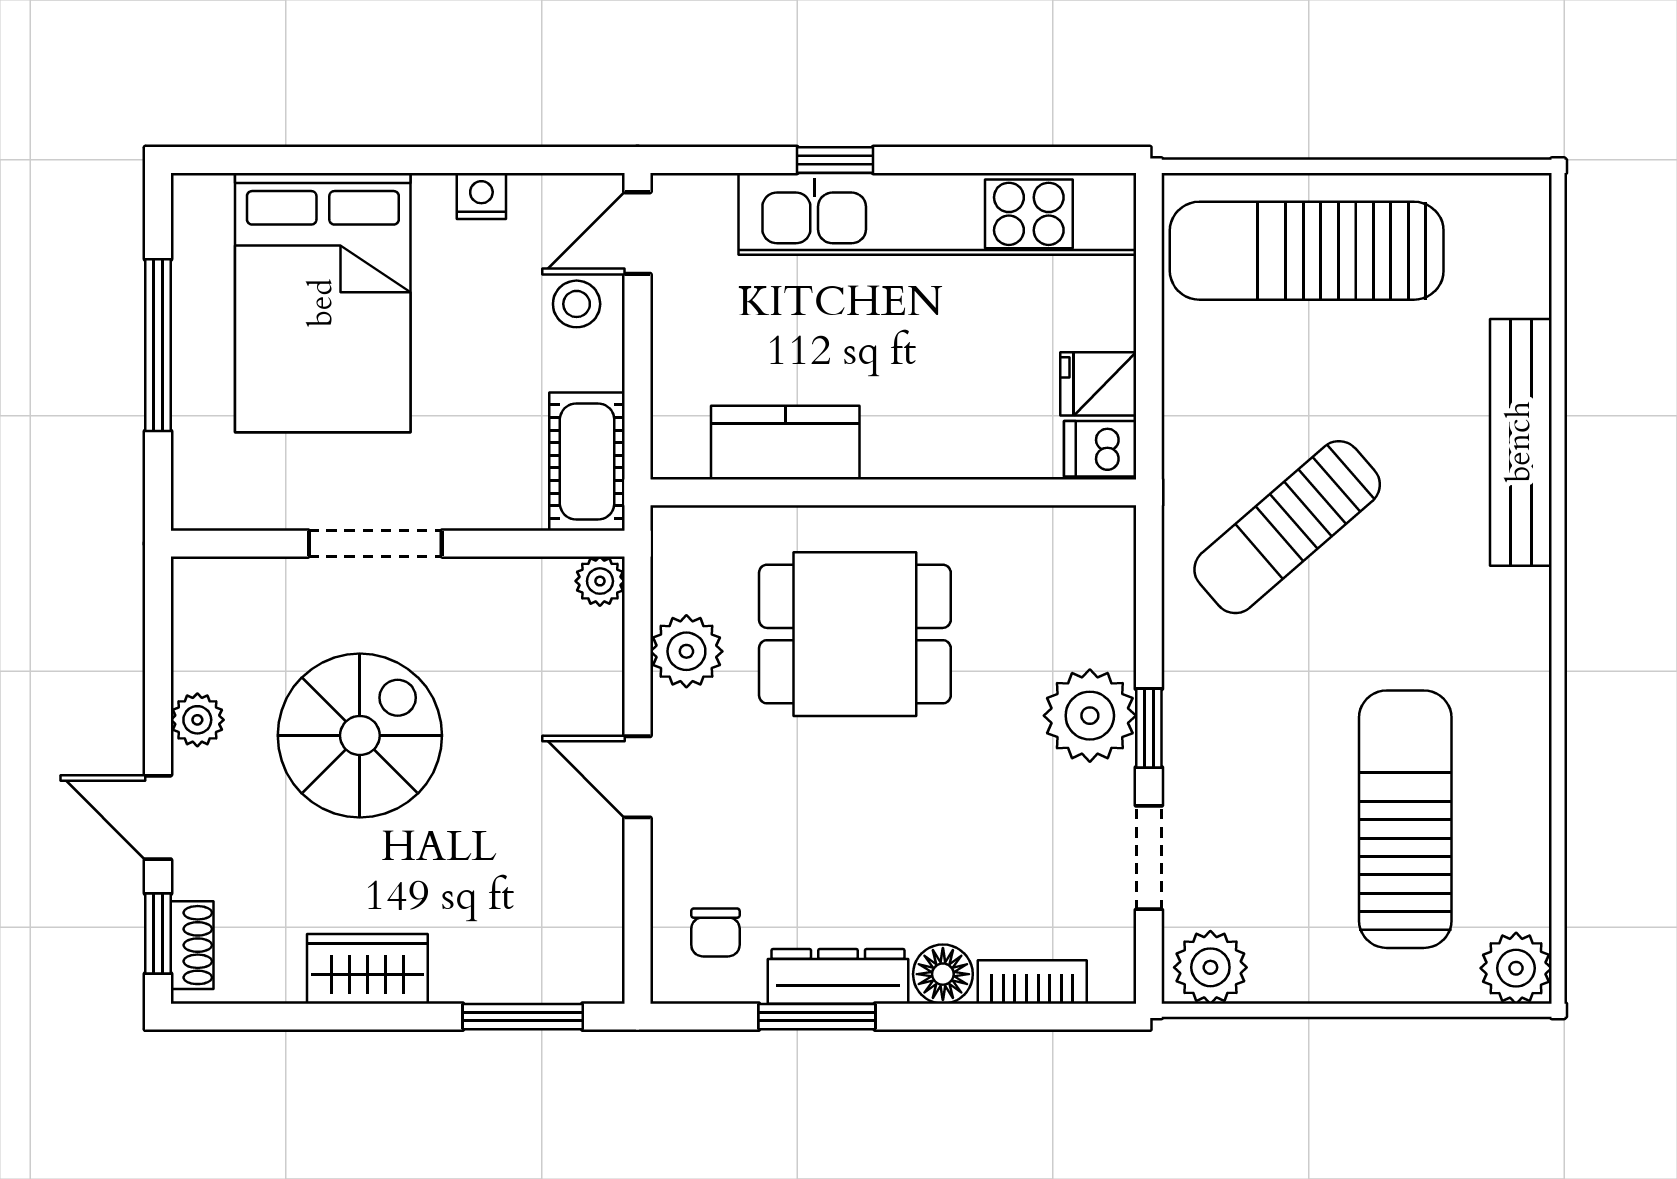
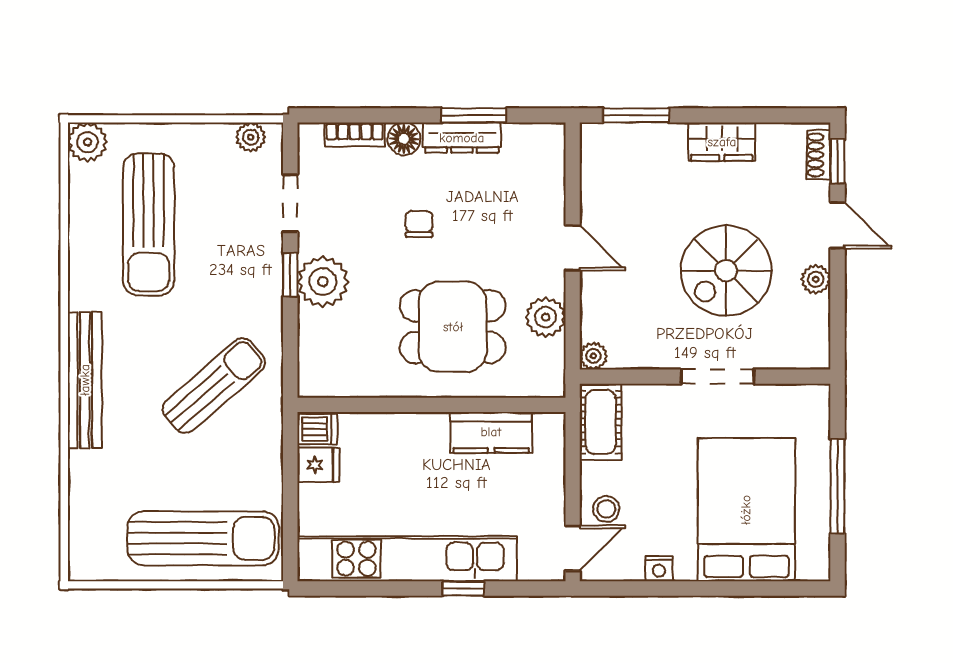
bench: (1521, 442) -> (85, 380), moved
chair: (715, 932) -> (419, 224), moved
plant: (1210, 967) -> (251, 137), width x0.73, depth x0.73

